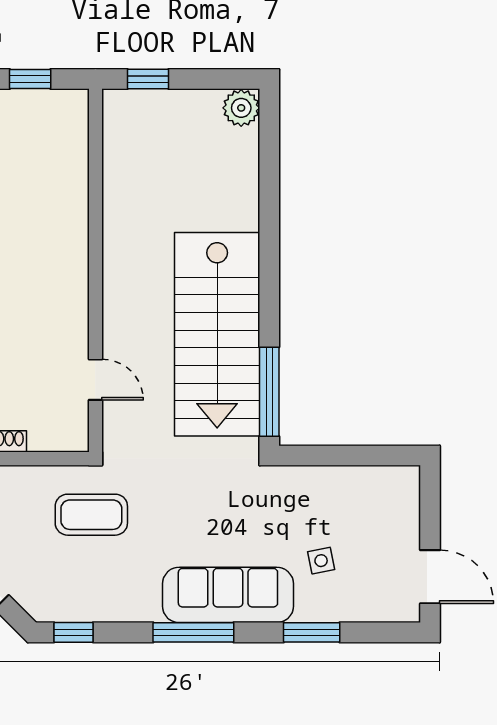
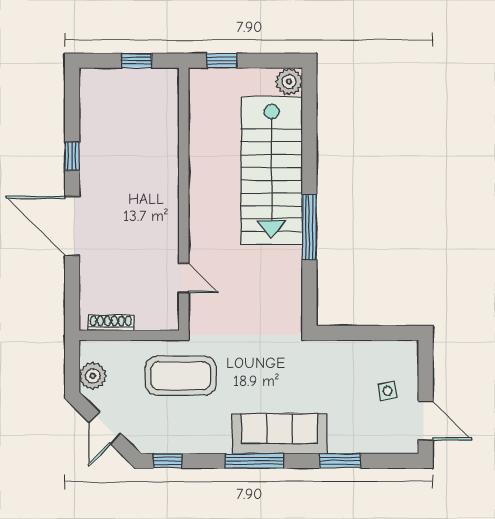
stairs: (217, 334) -> (272, 170), moved
window: (269, 392) -> (309, 227), moved
coffee table: (91, 515) -> (181, 376), width x1.36, depth x1.32
side table: (321, 561) -> (387, 391), moved

